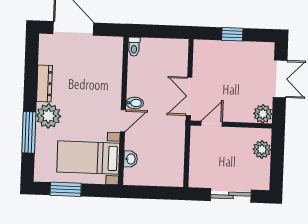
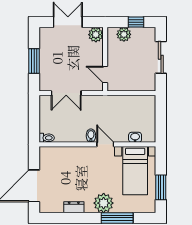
window: (232, 34) -> (34, 61), width x1.50
dresser: (44, 83) -> (74, 207), width x0.70
double door: (189, 96) -> (66, 93), moved
window: (277, 166) -> (136, 22), added

